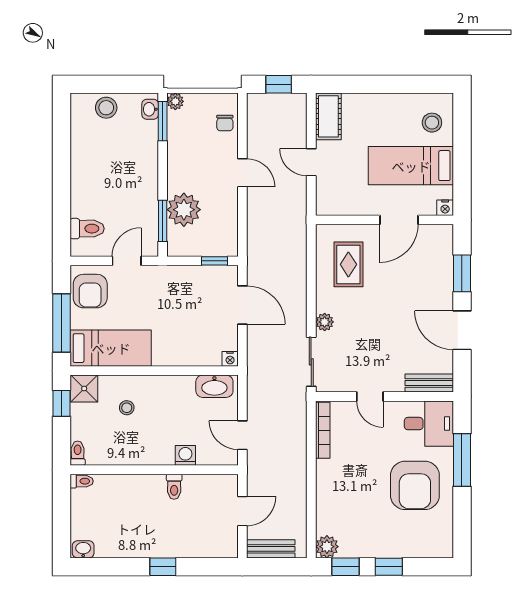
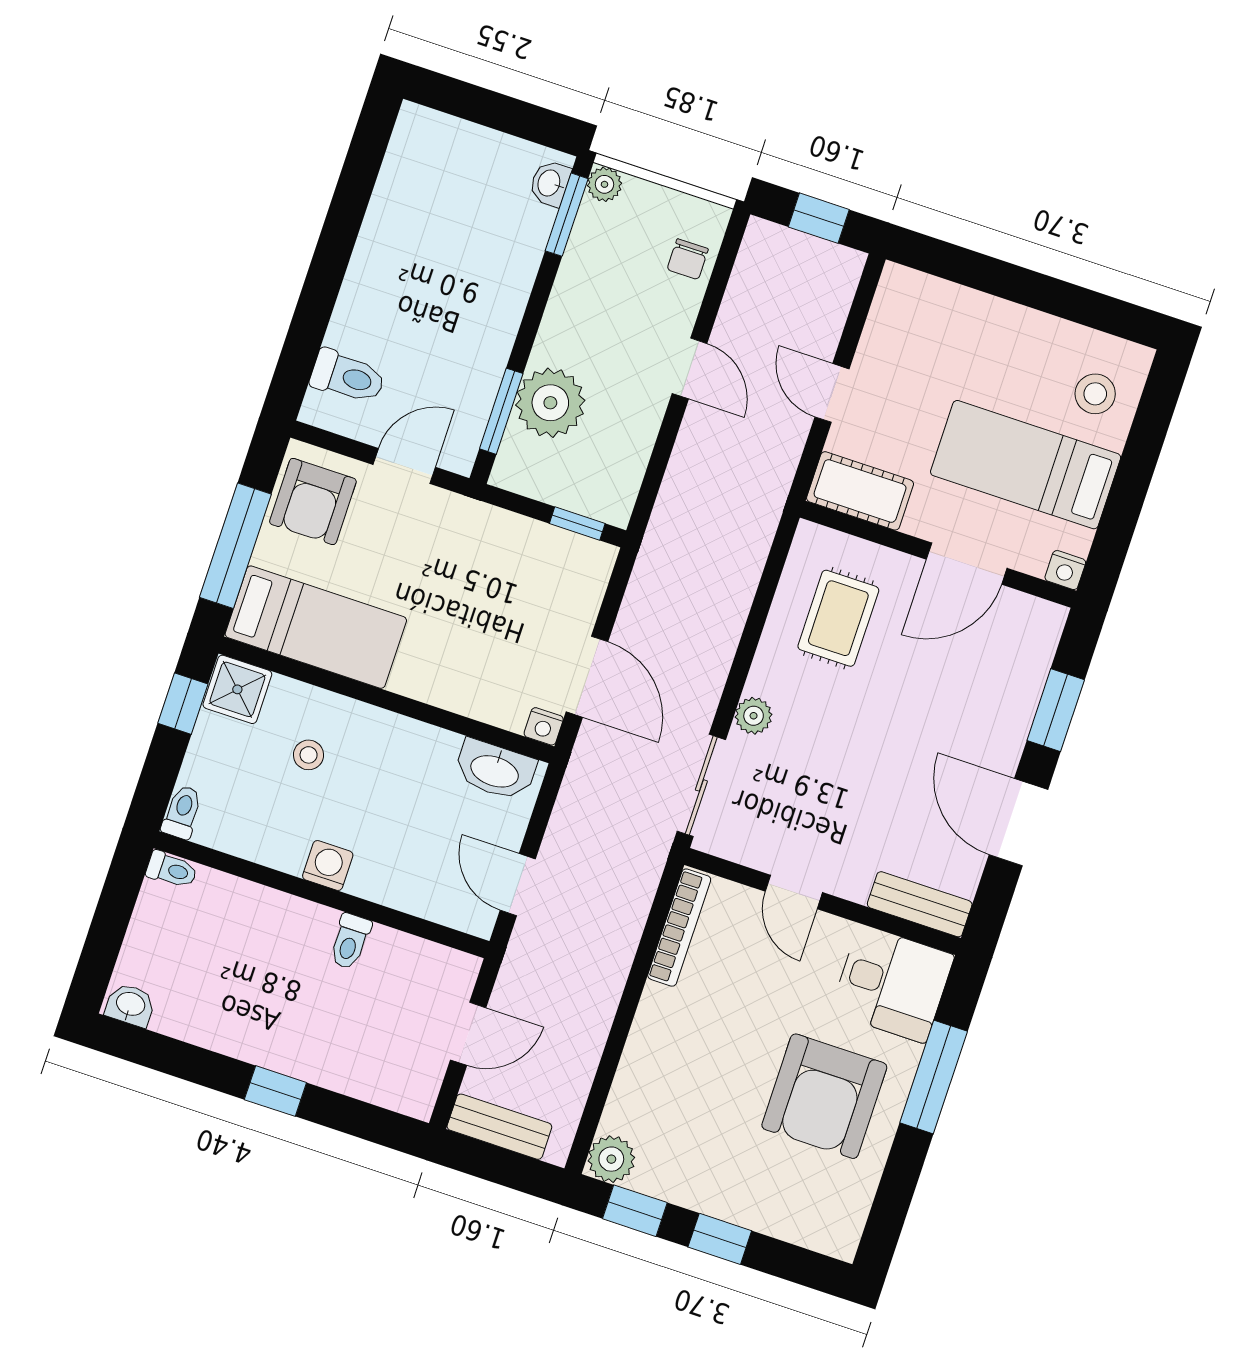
stool: (106, 108) -> (464, 151), removed
cot: (328, 116) -> (860, 491), moved, turned 90
door: (242, 305) -> (587, 677), moved
washing machine: (185, 455) -> (328, 866), moved

